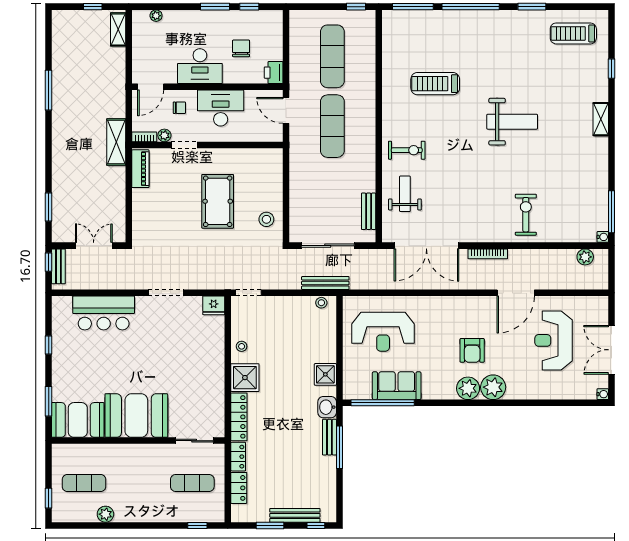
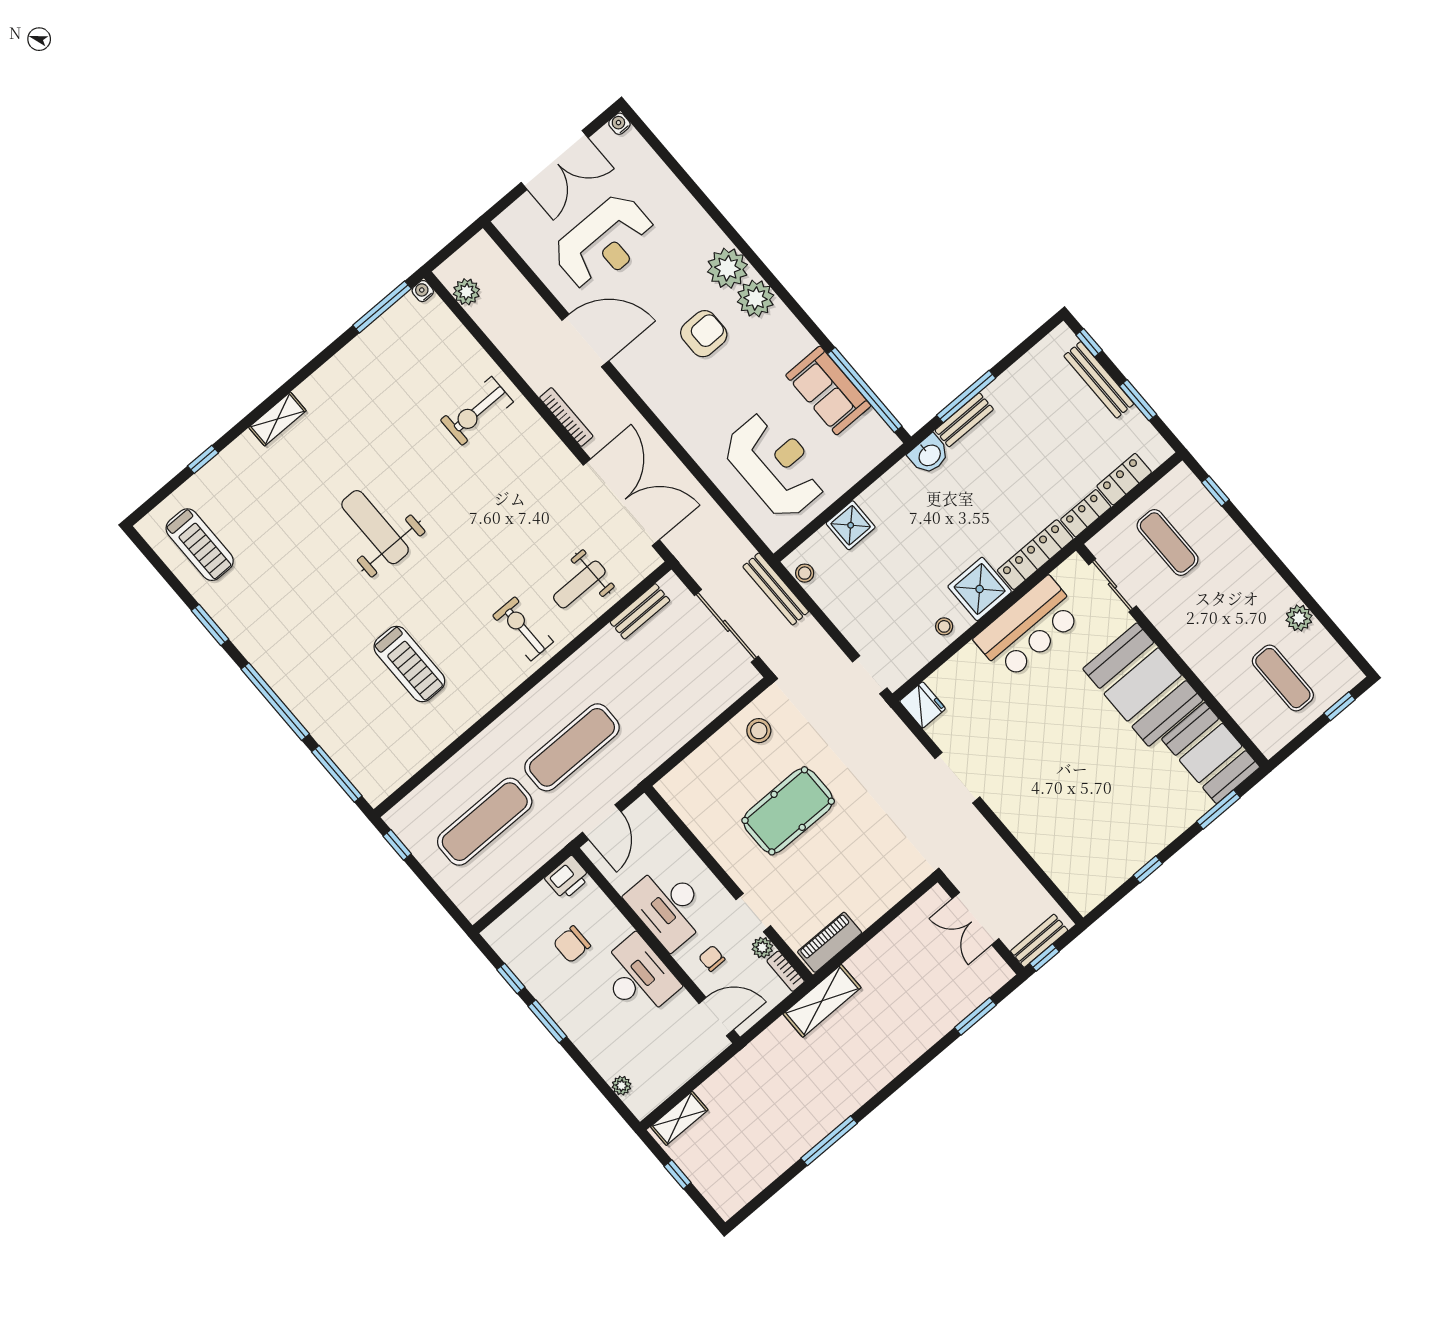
bar counter: (104, 313) -> (1028, 628), moved, turned 90
shower: (325, 374) -> (851, 525), moved

